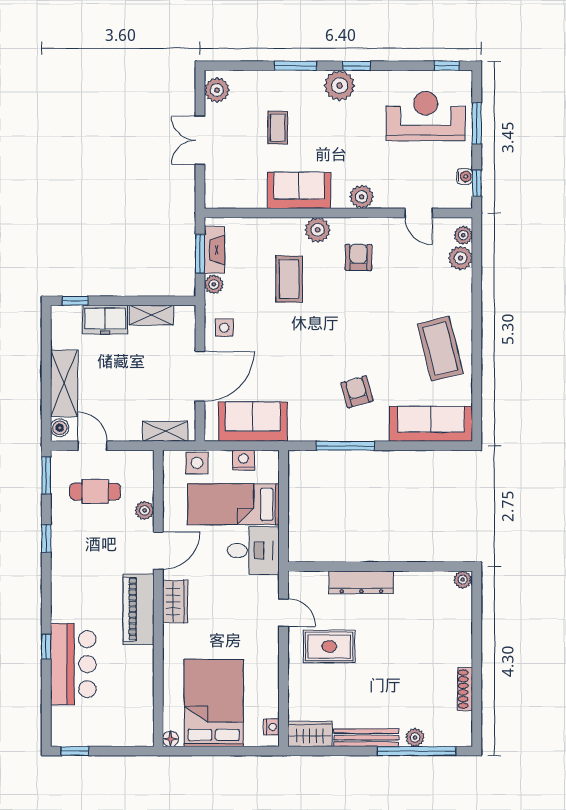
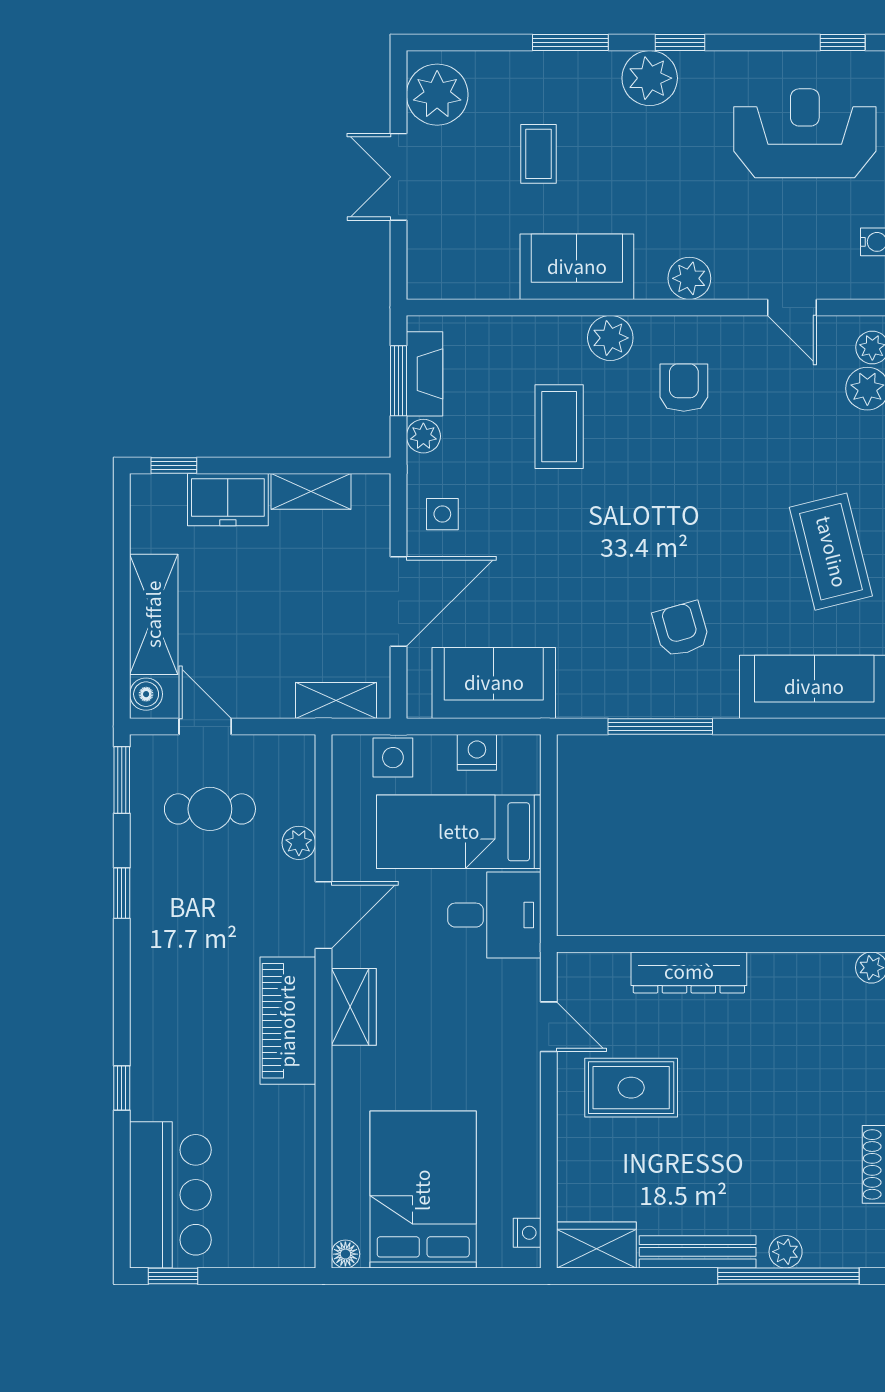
plant: (217, 90) -> (437, 95), width x1.36, depth x1.36
bar counter: (73, 664) -> (170, 1195), moved

